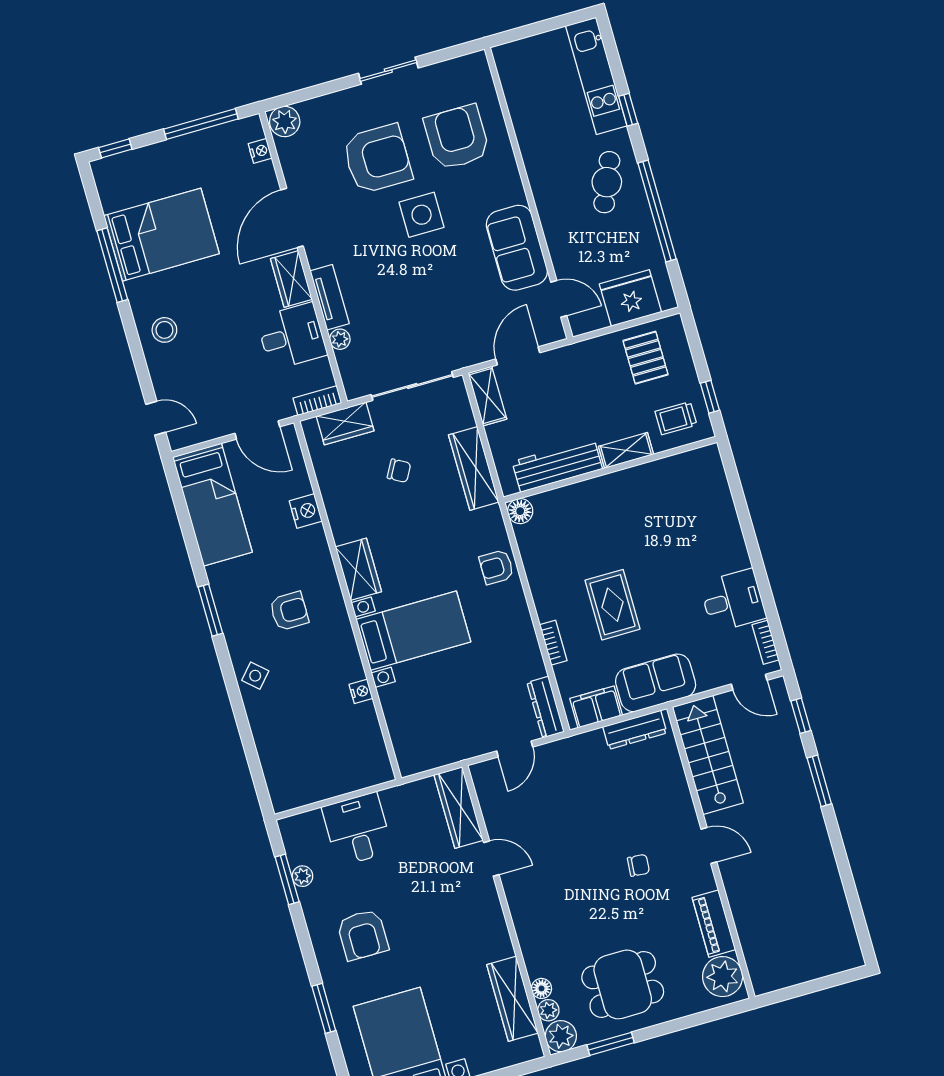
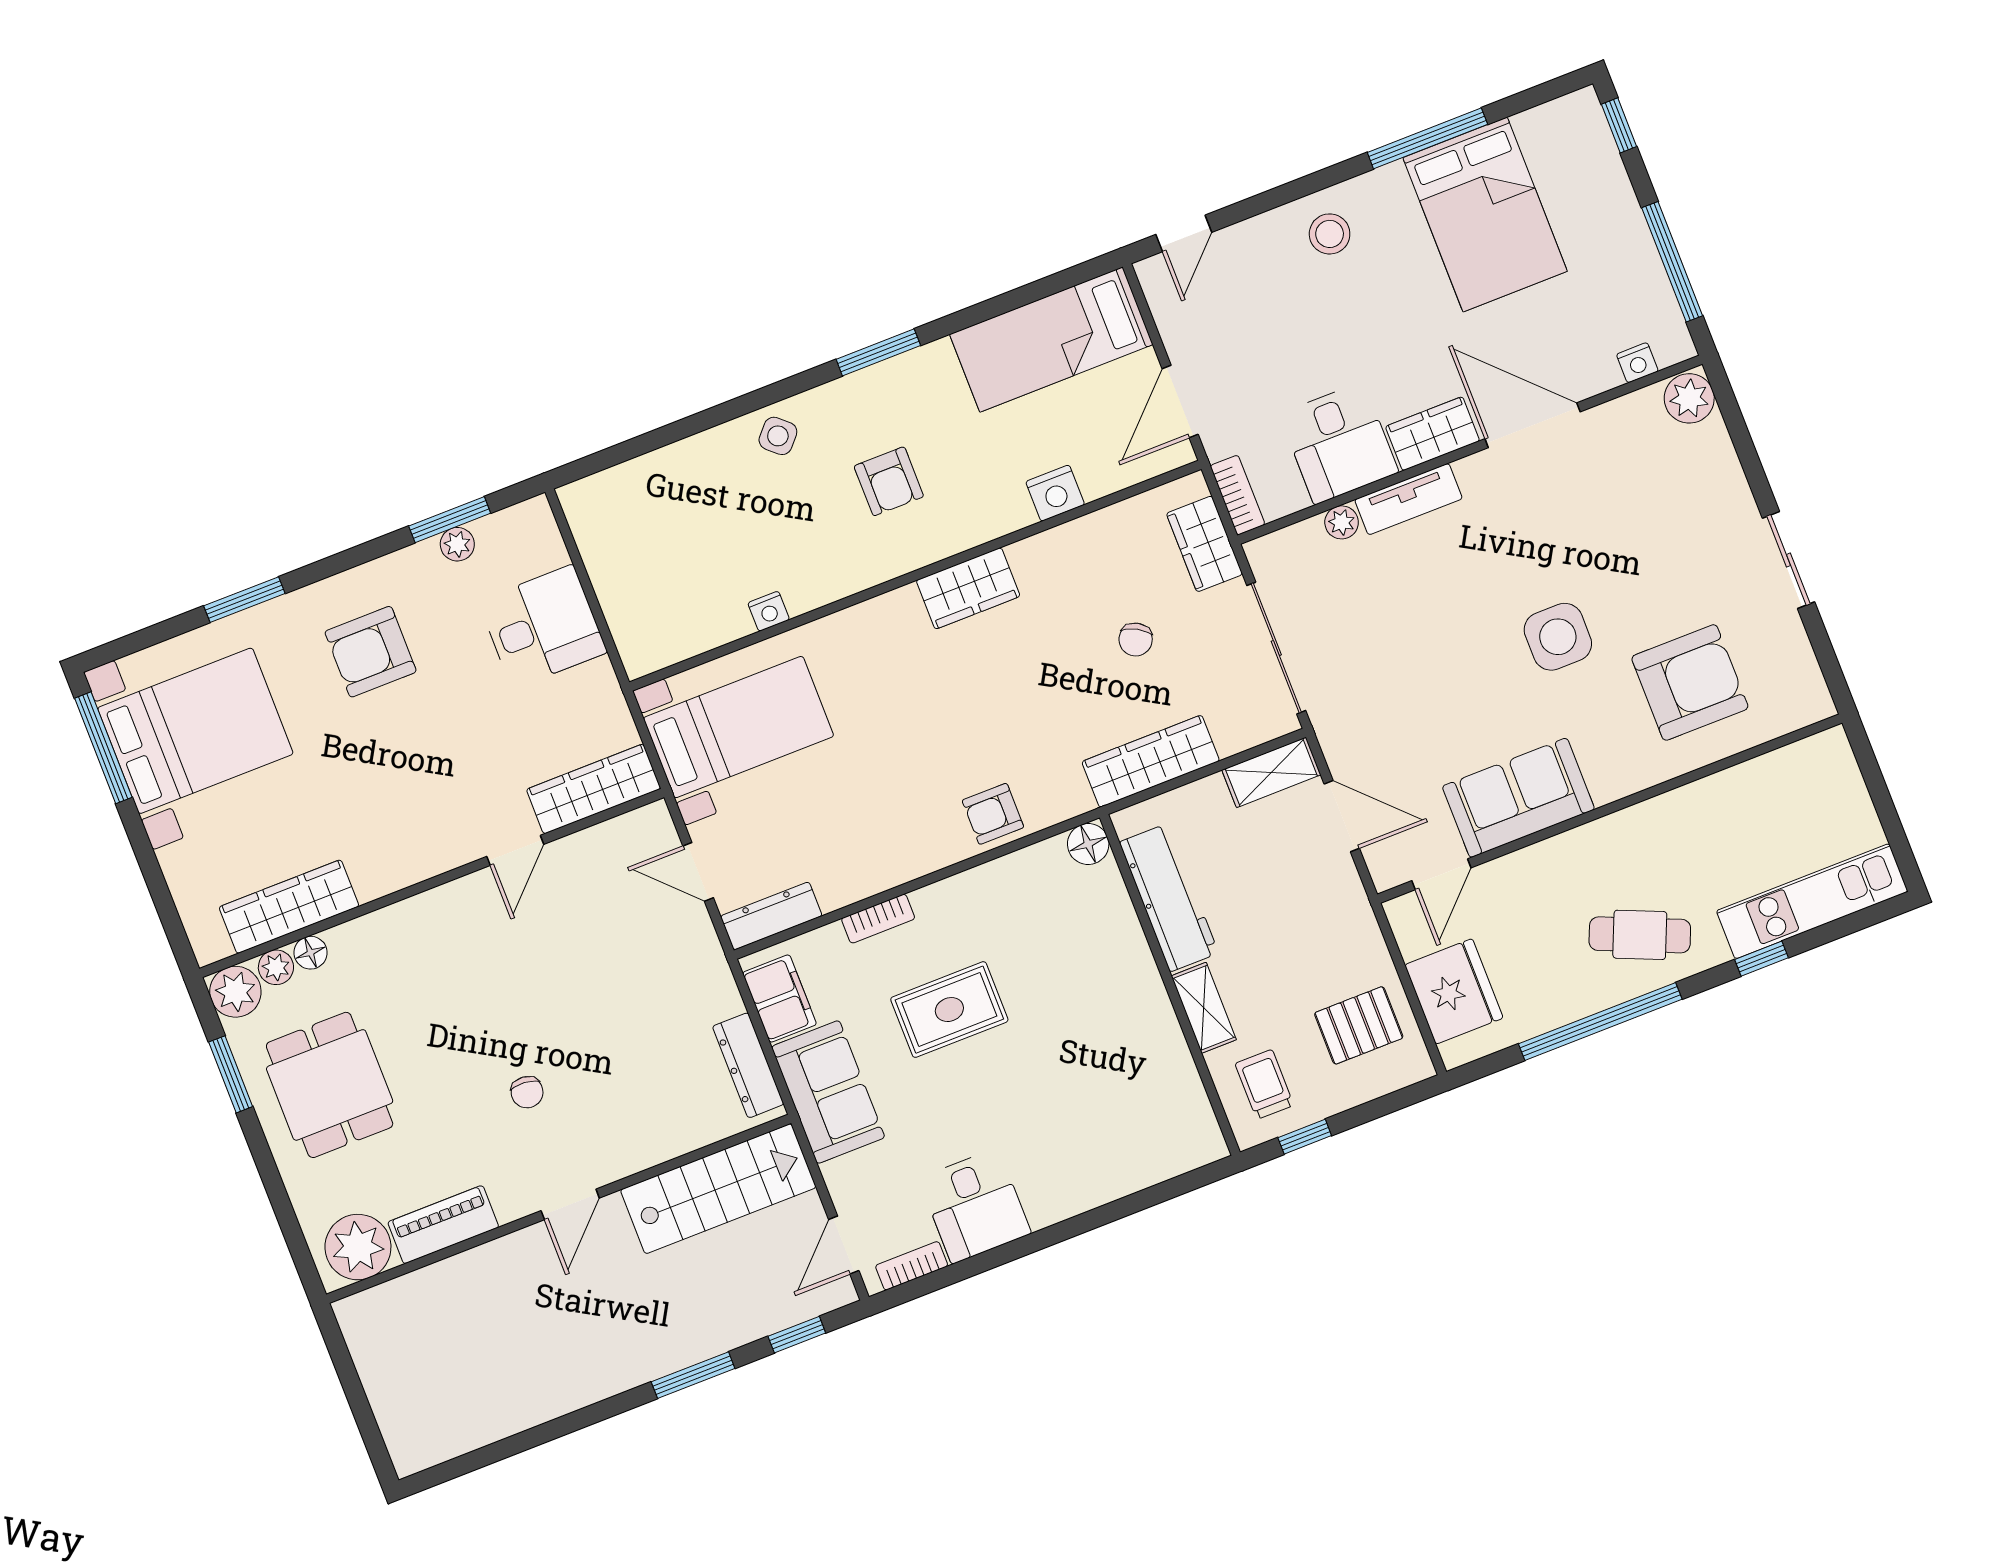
armchair: (377, 159) -> (1642, 556), removed
armchair: (496, 567) -> (993, 814), turned -90
bed with nightstands: (413, 631) -> (739, 727), moved, turned -90

